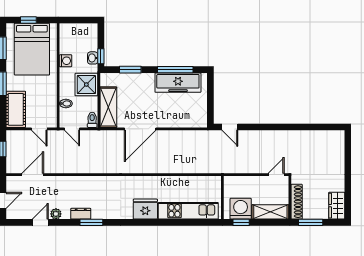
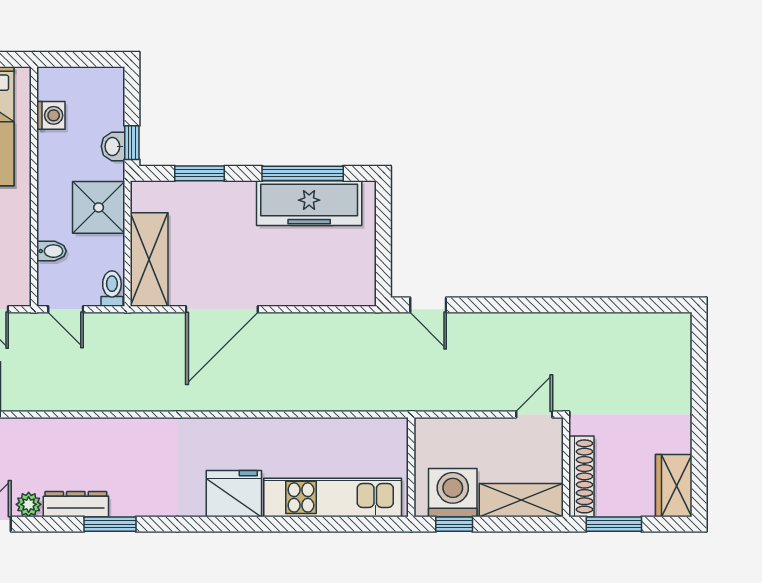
washing machine: (66, 61) -> (51, 115), moved
dresser: (81, 214) -> (76, 504), width x1.44

